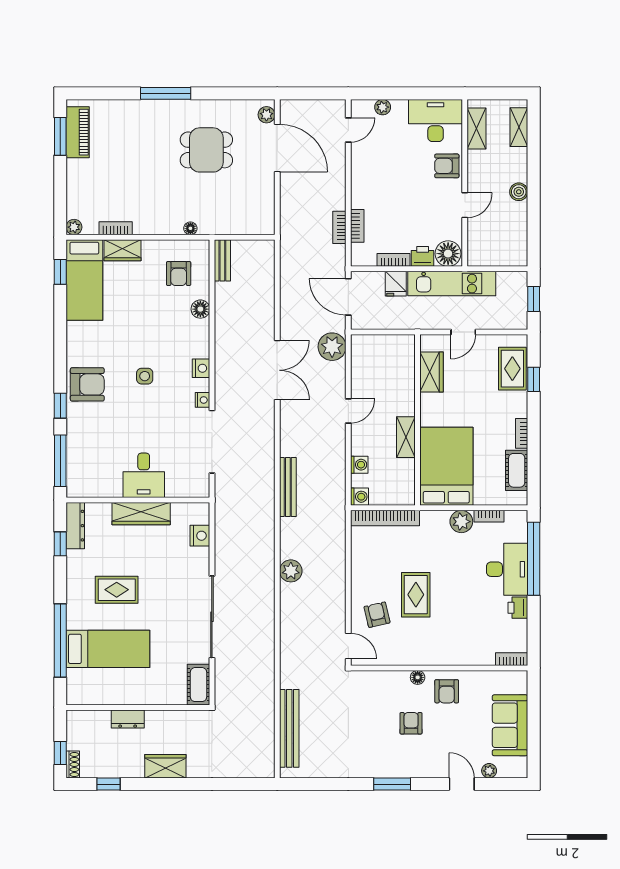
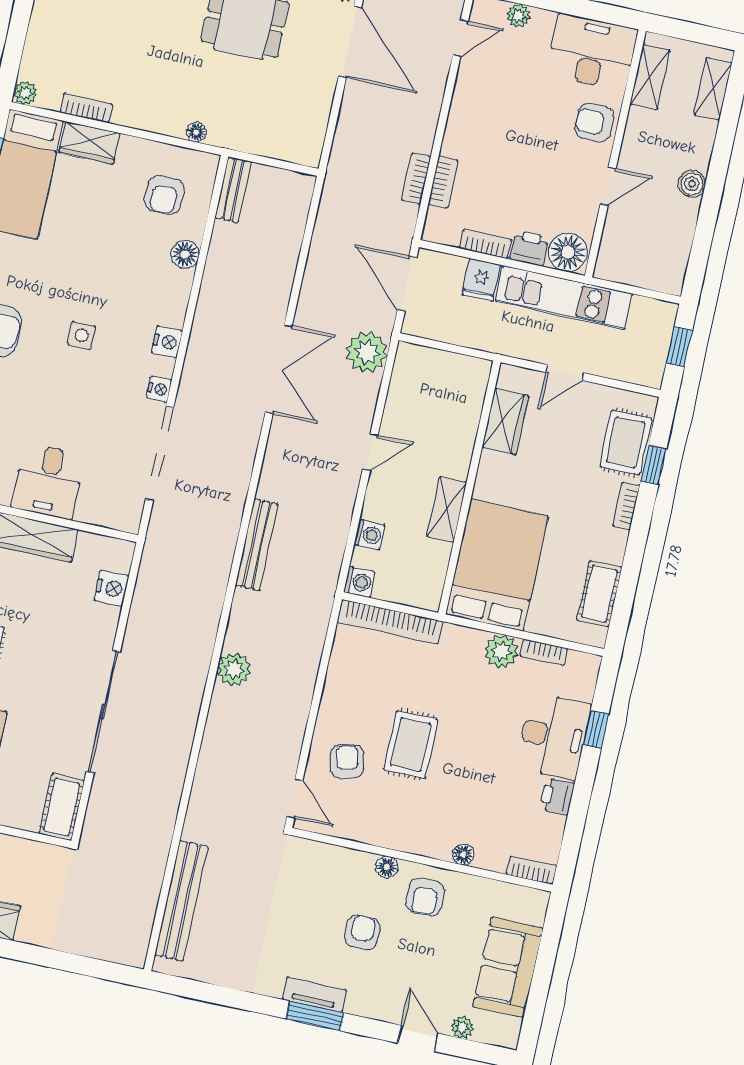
bookcase: (522, 433) -> (626, 506), moved
window: (534, 559) -> (596, 729), width x0.32
floor lamp: (465, 659) -> (463, 854), added
tv unit: (389, 770) -> (314, 995), added

